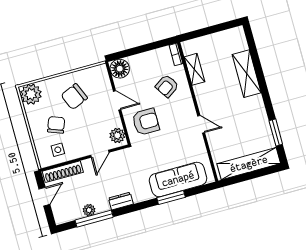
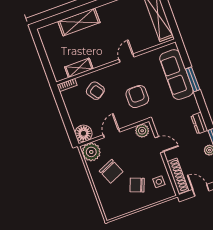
plant: (31, 94) -> (91, 152), moved
armchair: (146, 122) -> (137, 97), moved

